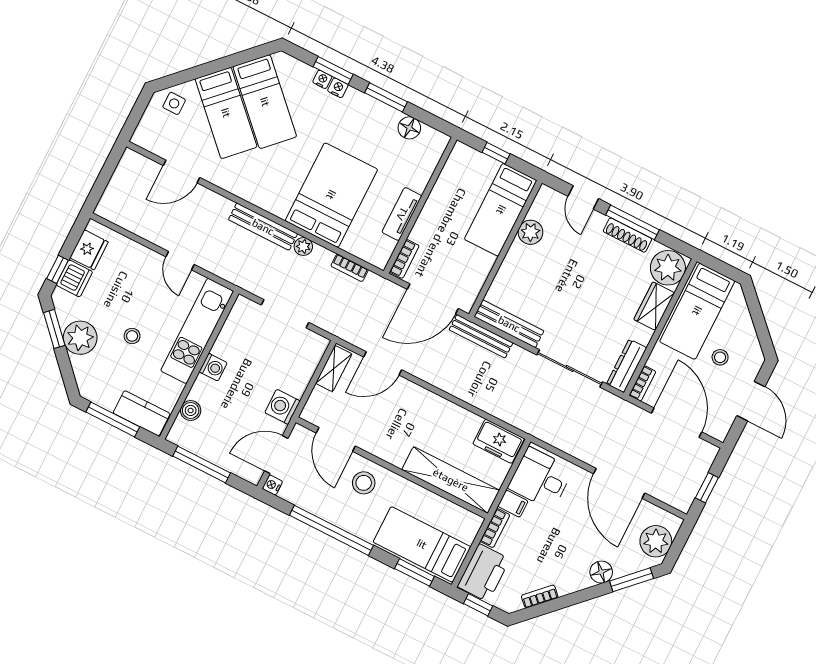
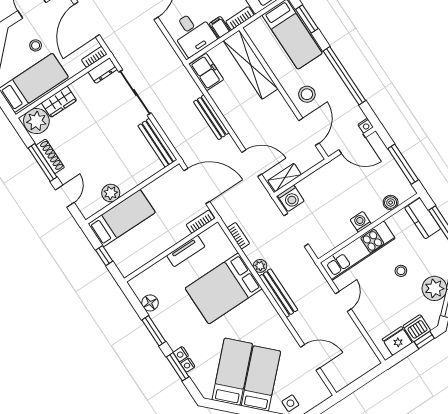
bench: (481, 336) -> (211, 117), moved
dresser: (627, 366) -> (103, 71), width x0.70
washing machine: (282, 407) -> (291, 198), moved

